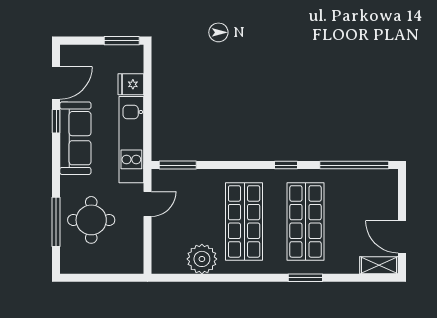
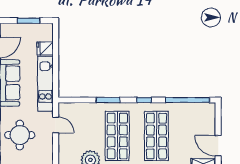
window: (122, 41) -> (29, 21), moved
window: (178, 165) -> (108, 100), moved
door: (147, 204) -> (56, 125), hinge flipped

